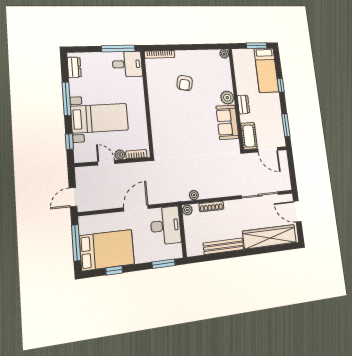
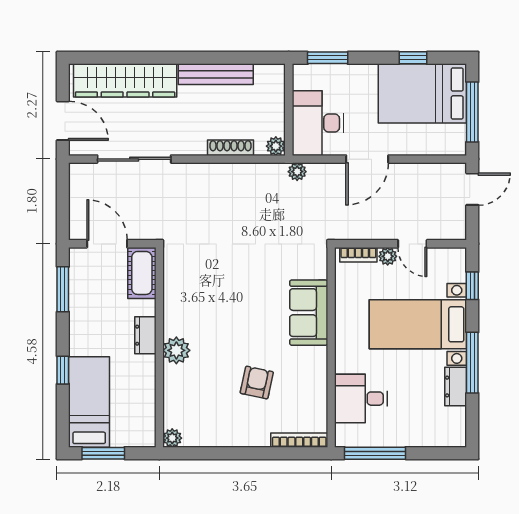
desk: (127, 64) -> (361, 399), moved
dresser: (74, 67) -> (456, 387), moved
sofa: (227, 122) -> (309, 313), moved, turned 180
plant: (194, 195) -> (297, 172), moved

